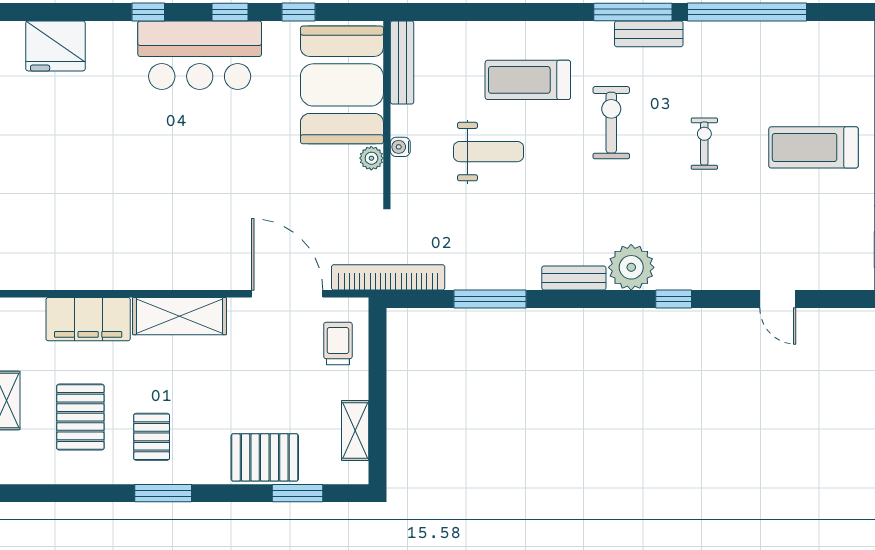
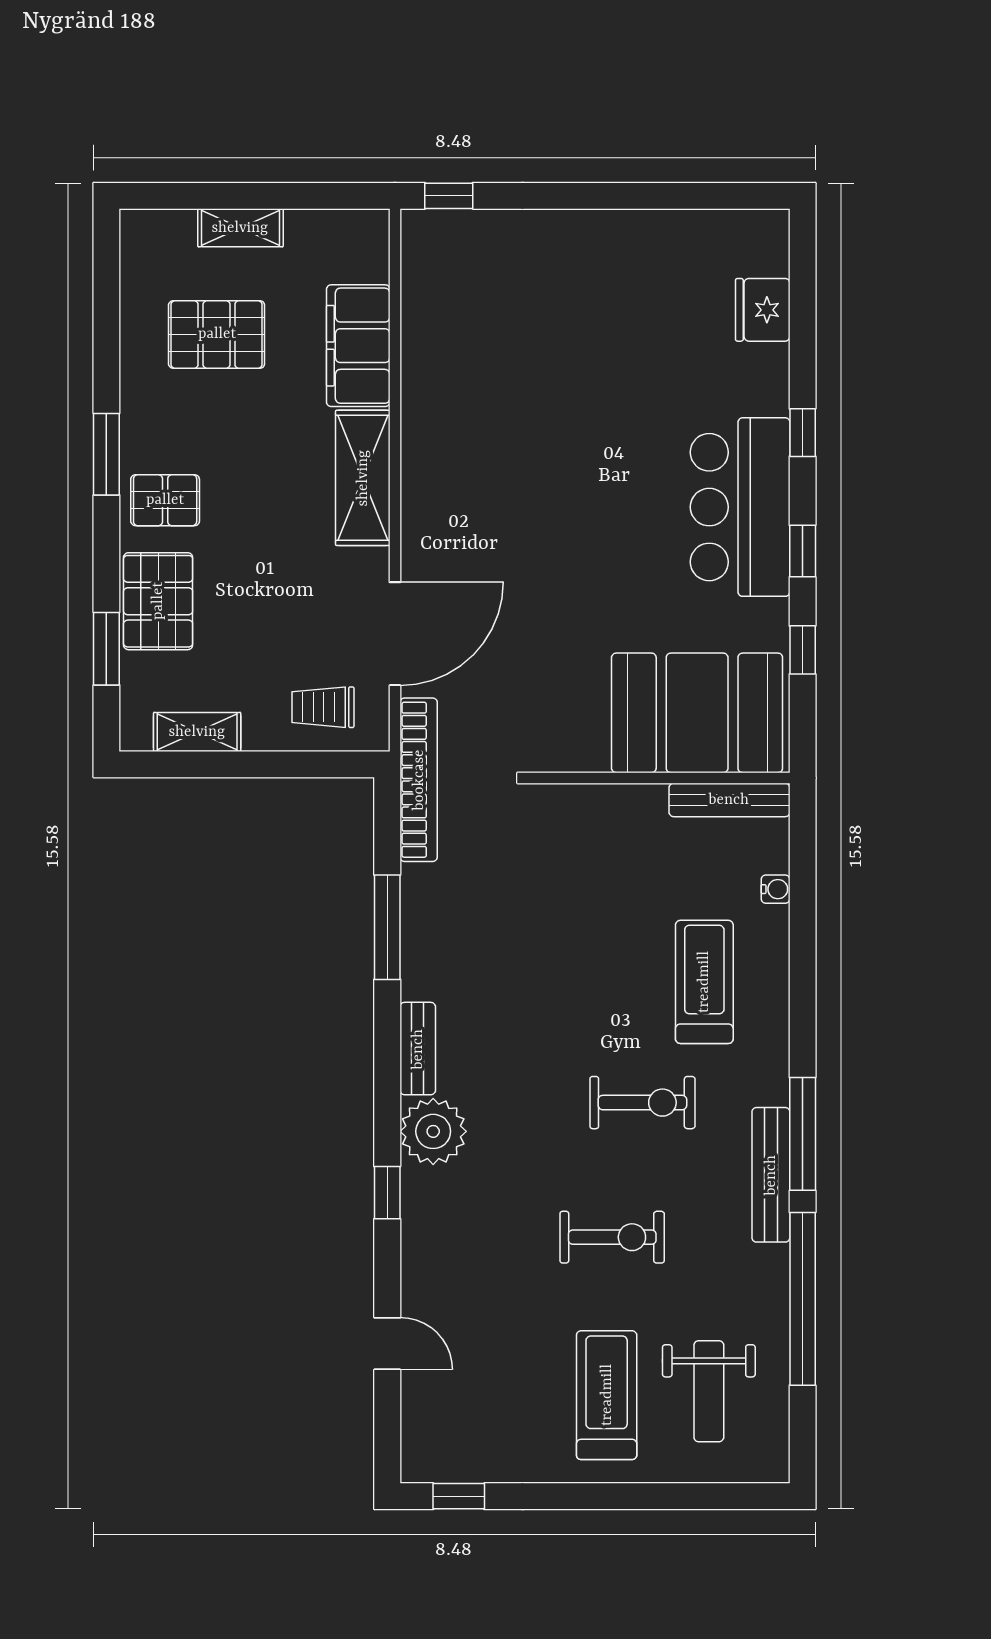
bench: (649, 34) -> (771, 1175), width x1.36
fridge: (55, 46) -> (763, 310), width x0.73, depth x0.75
exercise bike: (704, 144) -> (612, 1237), width x1.38, depth x1.39
water cooler: (400, 147) -> (776, 889), moved, turned 90
weight bench: (488, 152) -> (709, 1391), moved
plant: (371, 158) -> (591, 756), removed
door: (778, 299) -> (387, 1344), swing flipped
trolley: (338, 343) -> (323, 707), turned 180
pallet: (152, 437) -> (165, 500), moved

